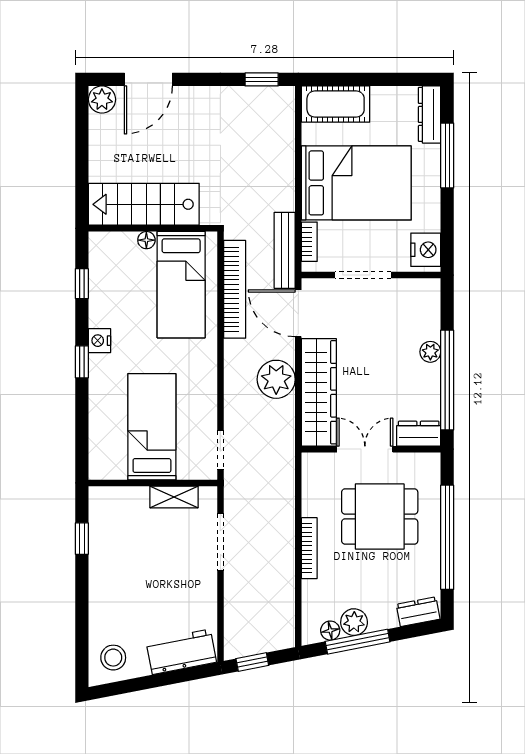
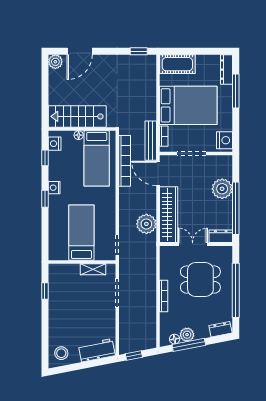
nightstand: (100, 256) -> (55, 144), added
plant: (430, 352) -> (222, 189), width x1.88, depth x1.88
plant: (276, 379) -> (146, 224), moved

